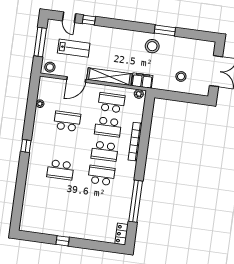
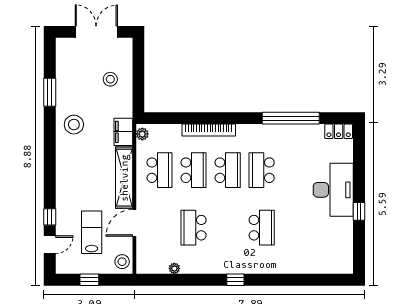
window: (165, 30) -> (50, 92), moved
window: (40, 42) -> (89, 280), width x0.46
door: (76, 80) -> (134, 223), swing flipped
school desk: (111, 103) -> (160, 170), turned 180
desk: (80, 224) -> (333, 190), added

